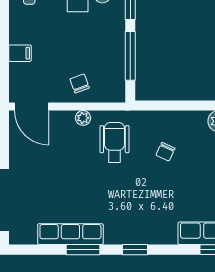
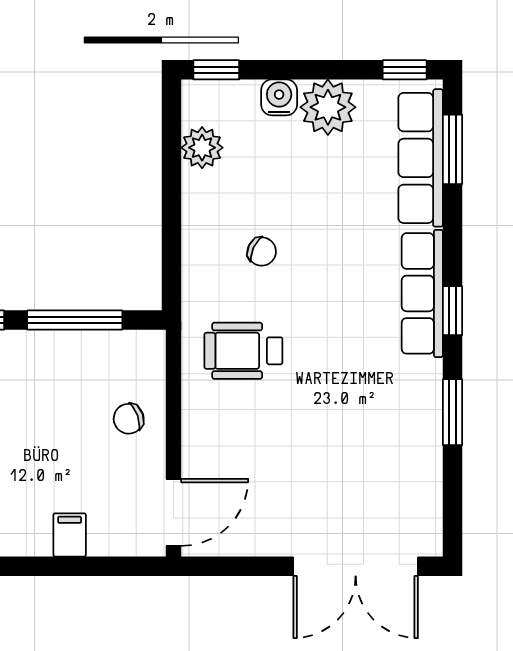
plant: (83, 118) -> (196, 412), removed
row of seats: (70, 234) -> (422, 293), moved

